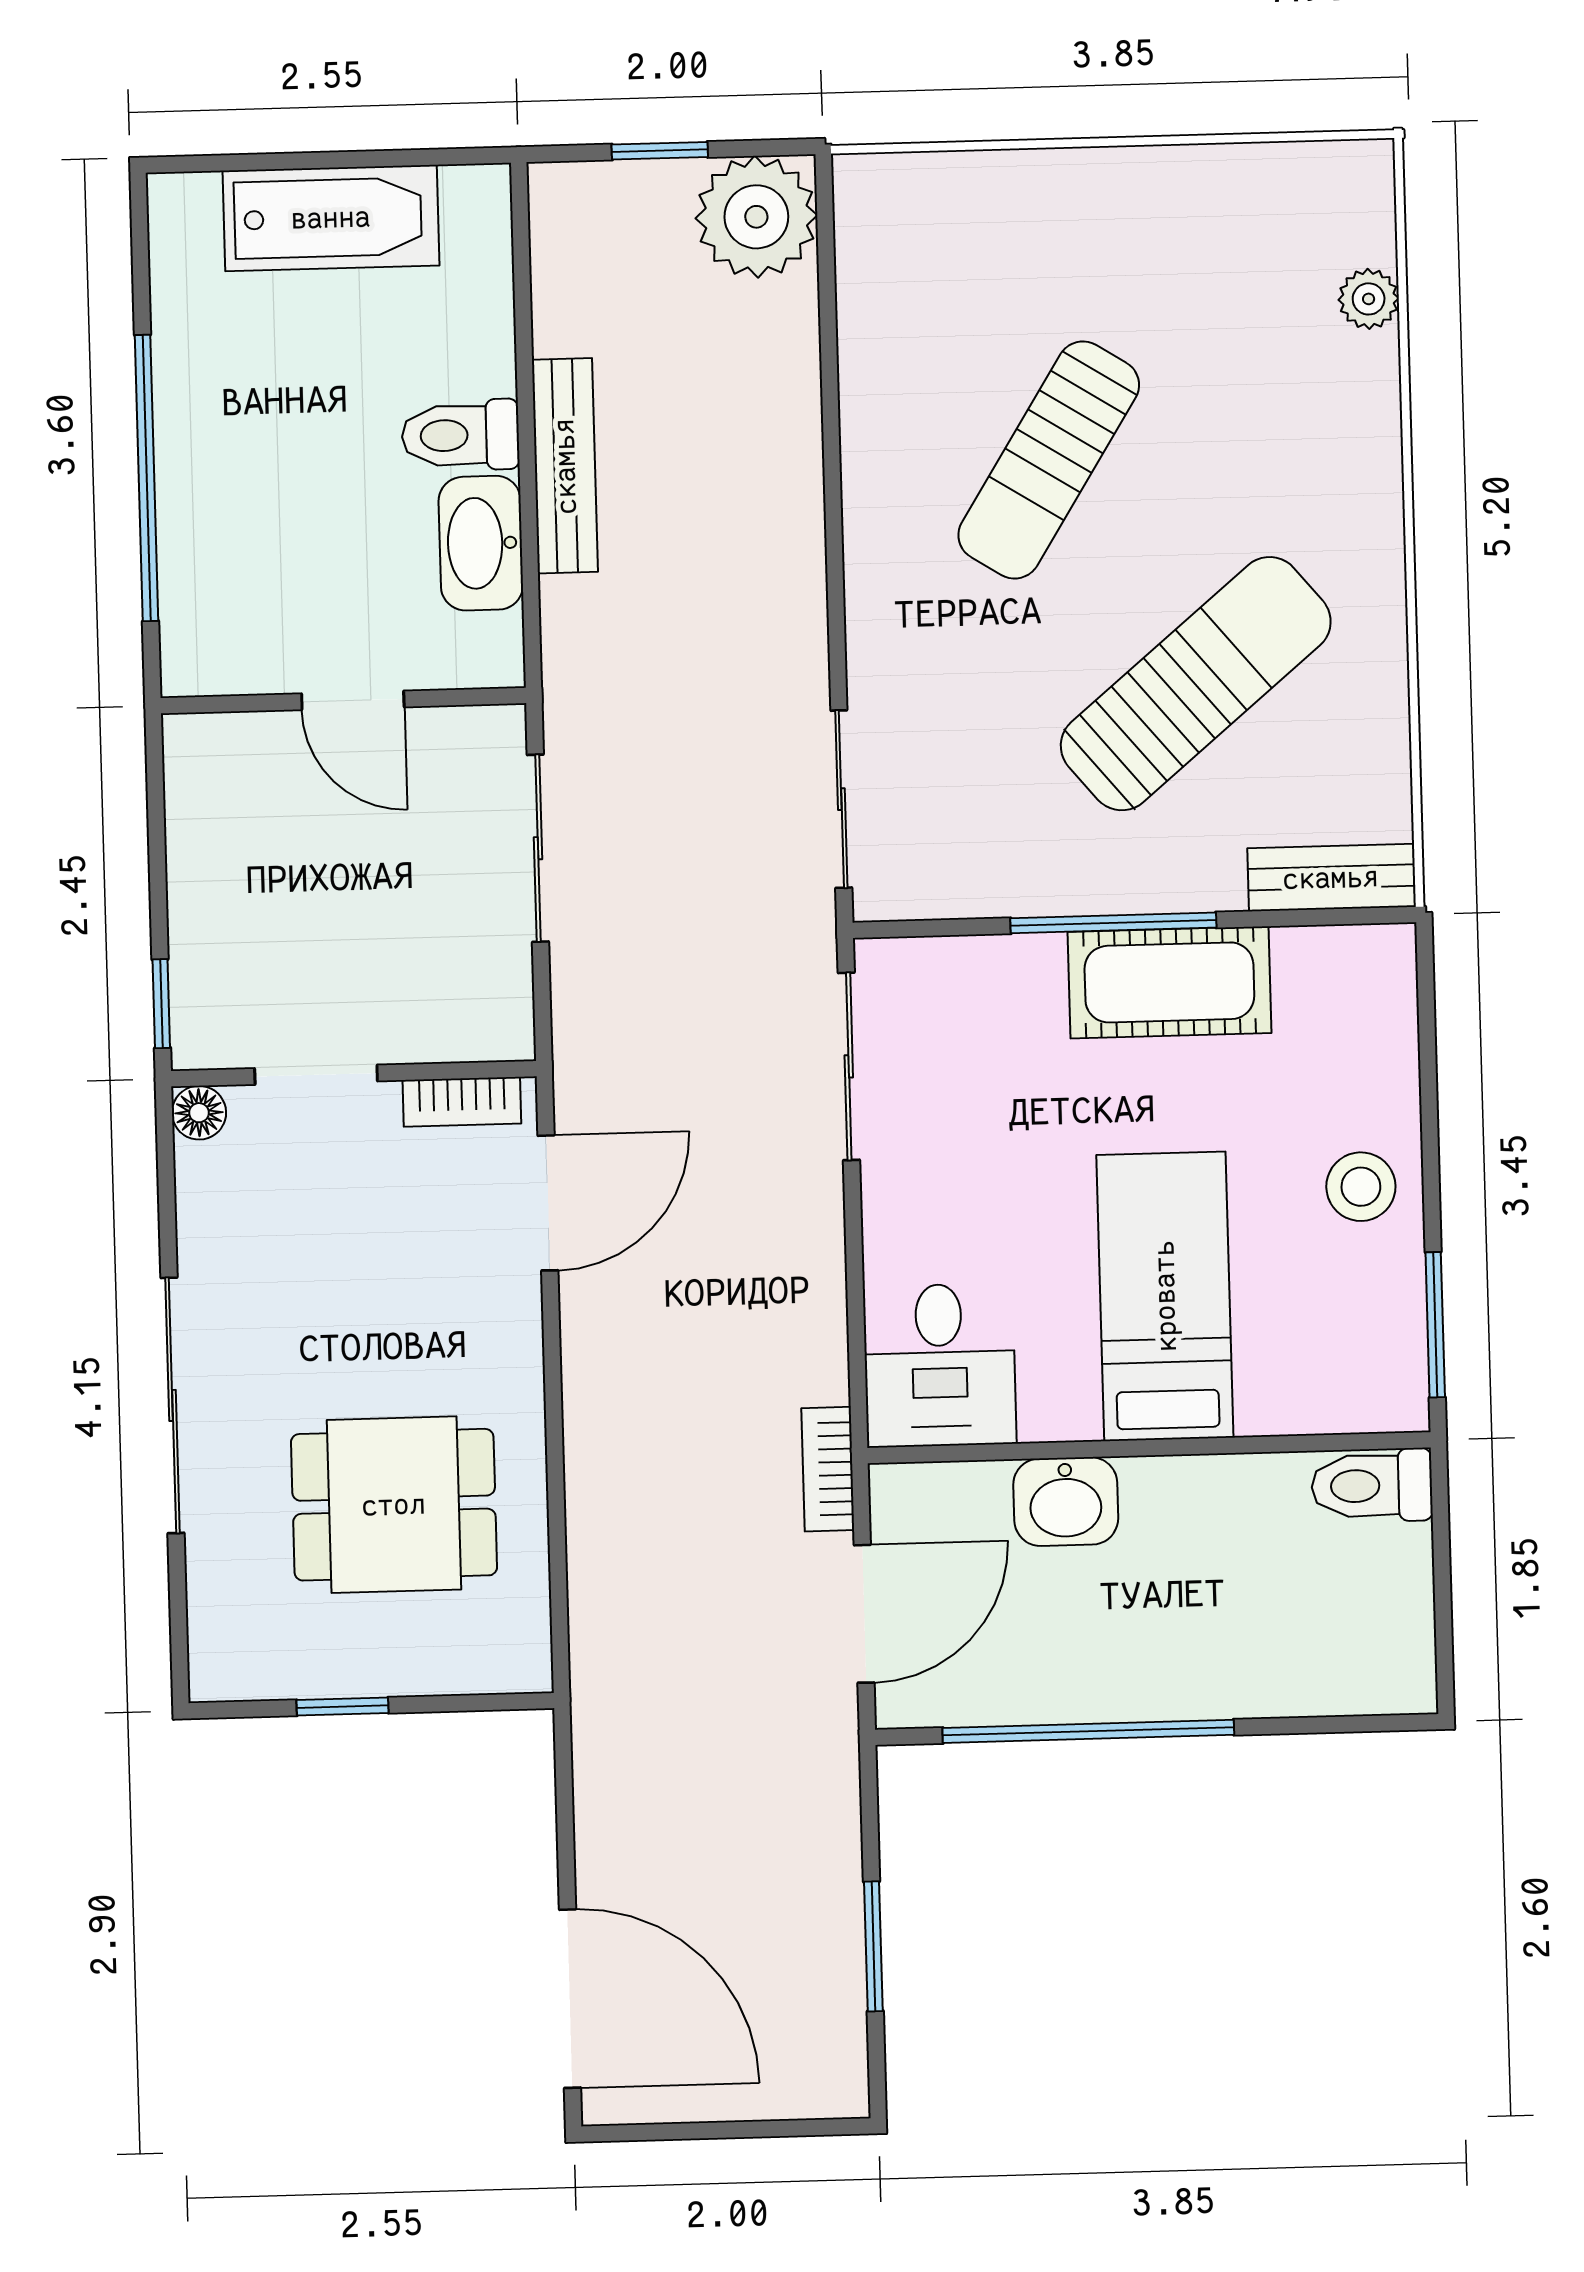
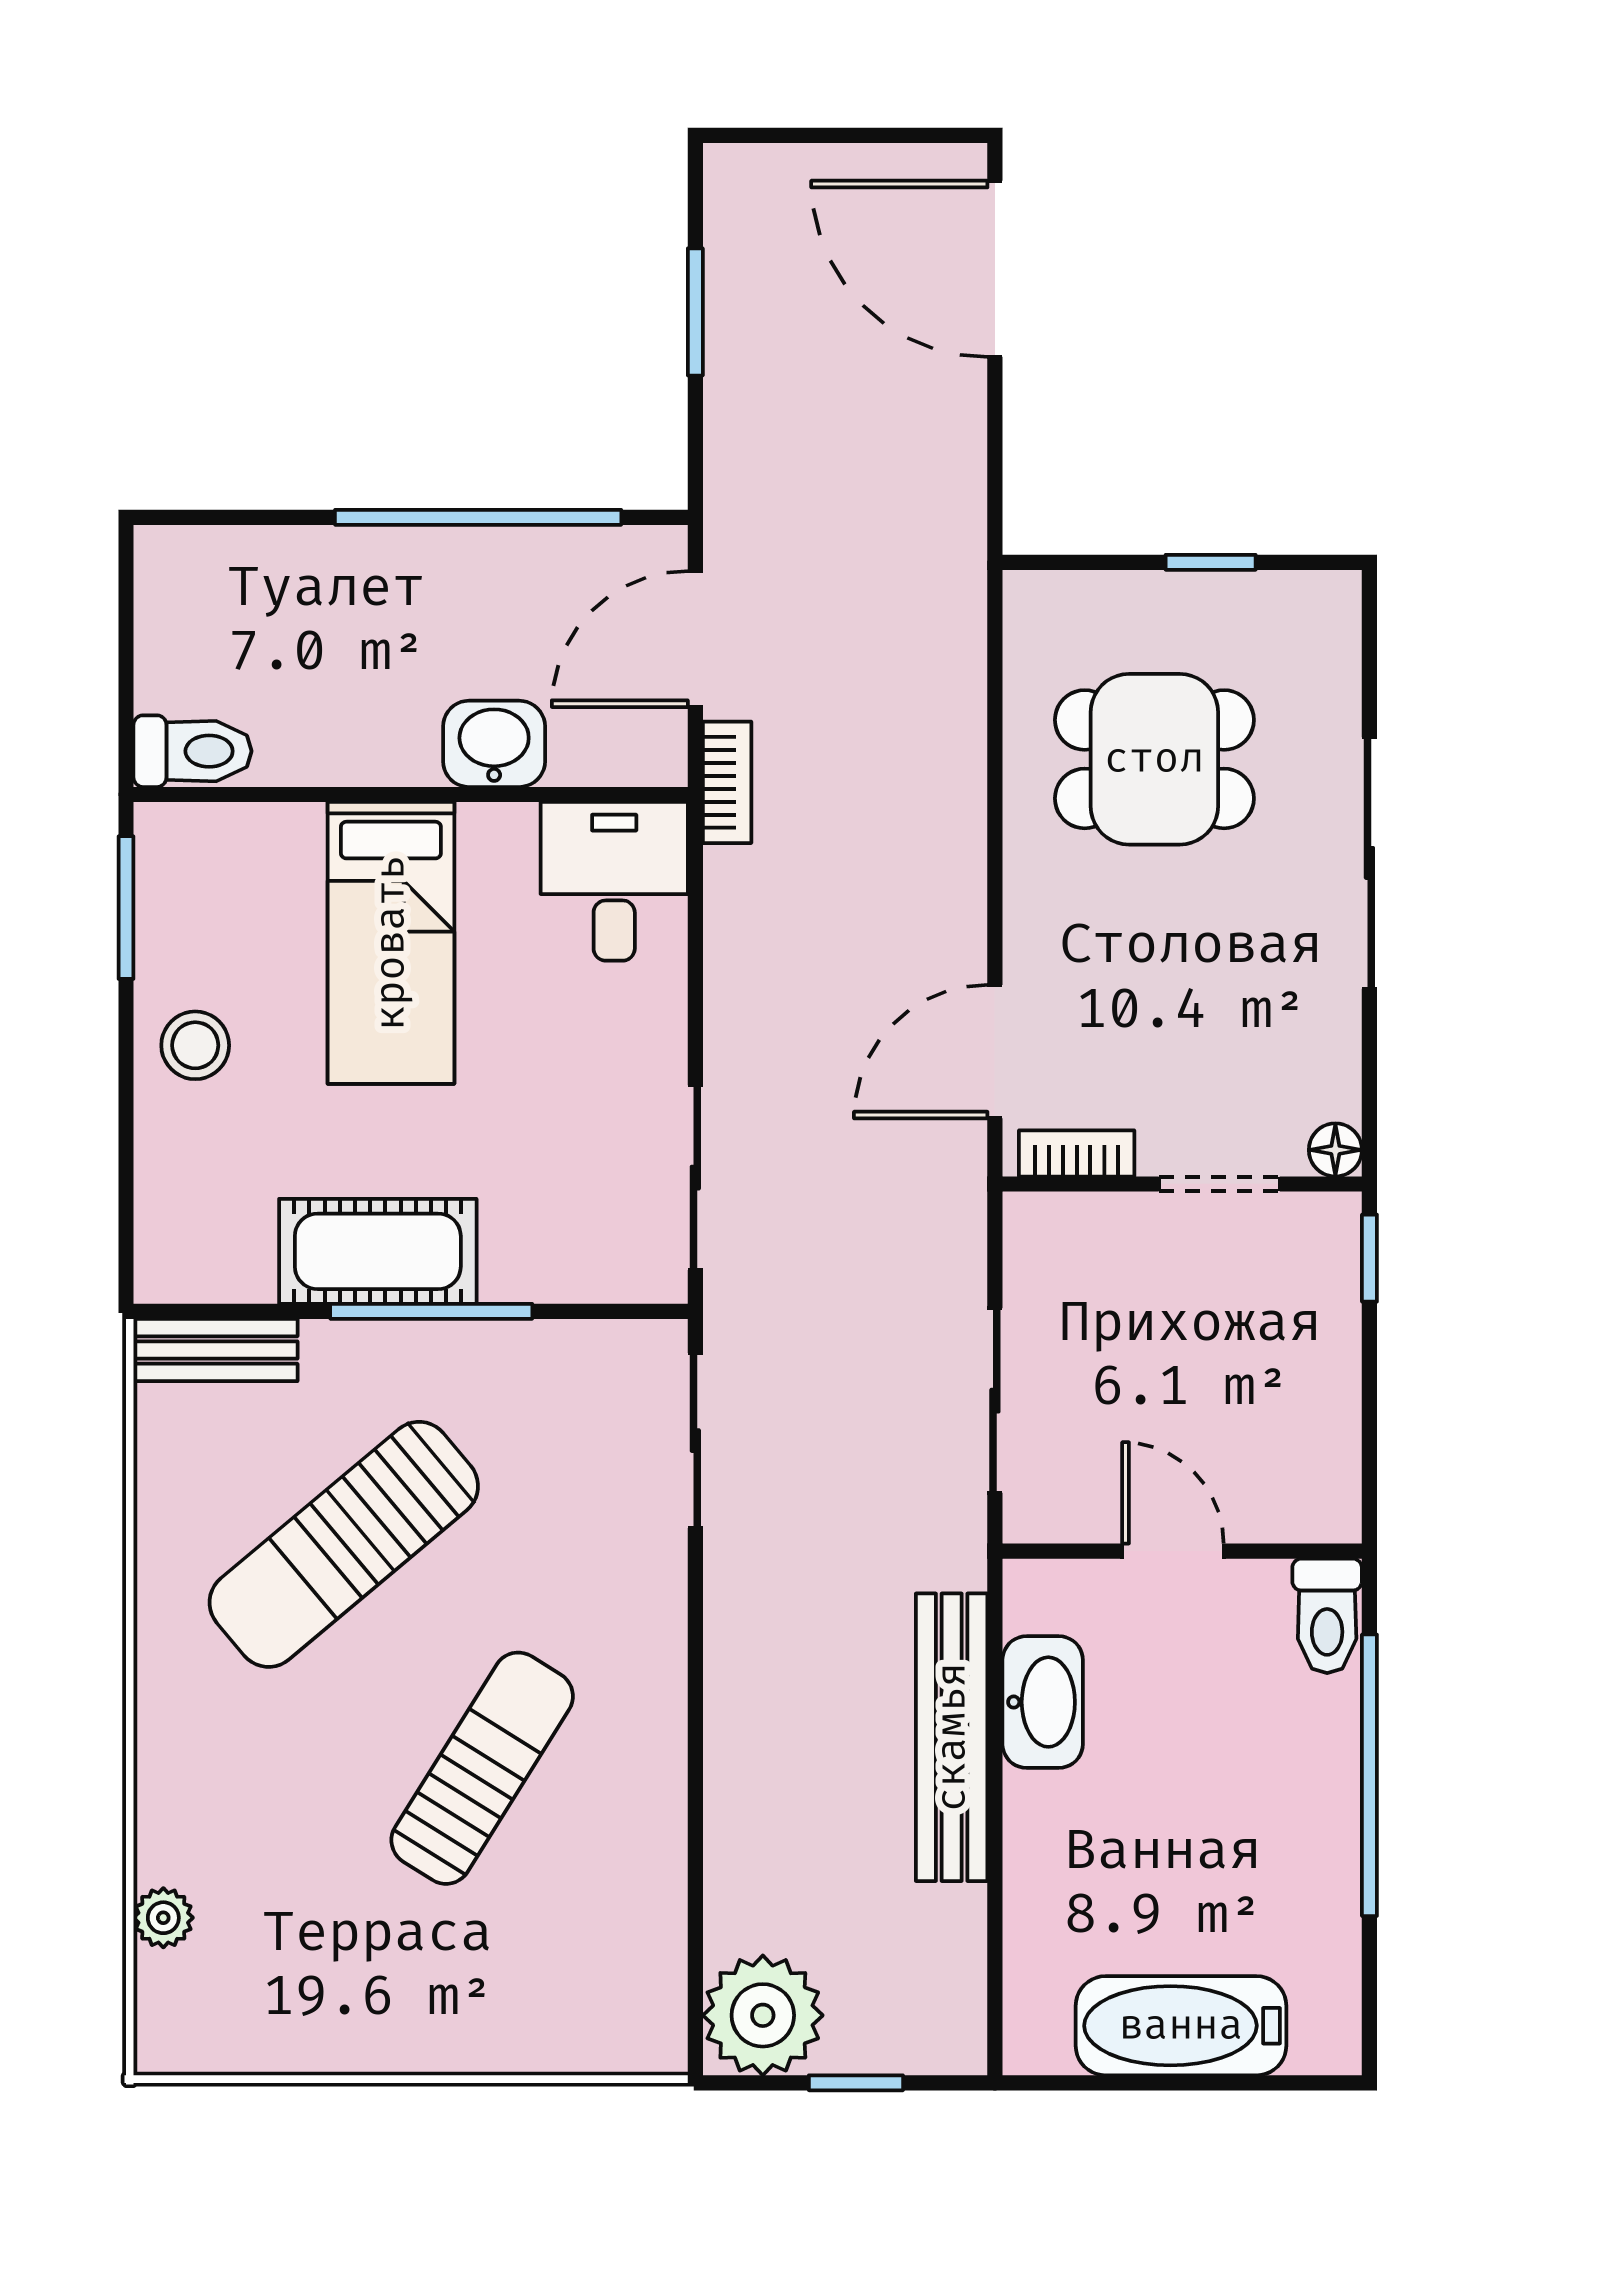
toilet: (460, 435) -> (1327, 1616), moved, turned 90
bench: (565, 466) -> (952, 1737), width x1.37, depth x1.21

